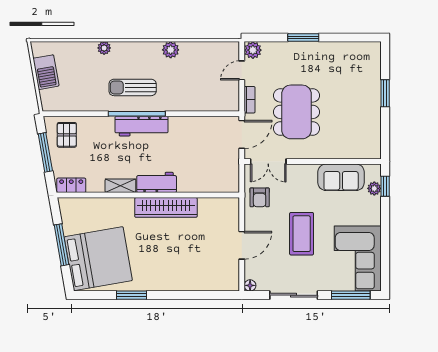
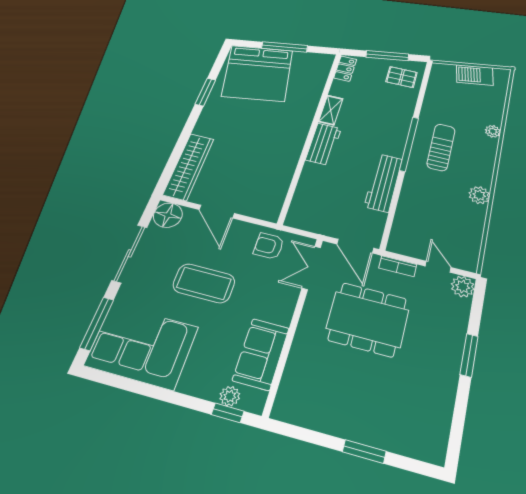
workbench: (141, 126) -> (383, 183), moved
wardrobe: (166, 207) -> (189, 167), moved, turned 180
floor lamp: (250, 285) -> (168, 215), width x1.89, depth x1.89

